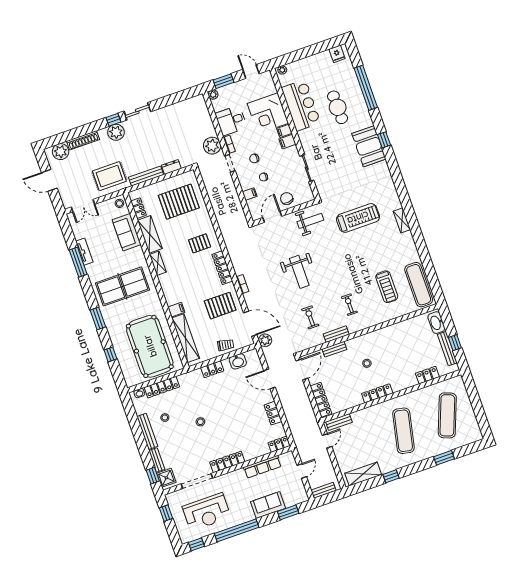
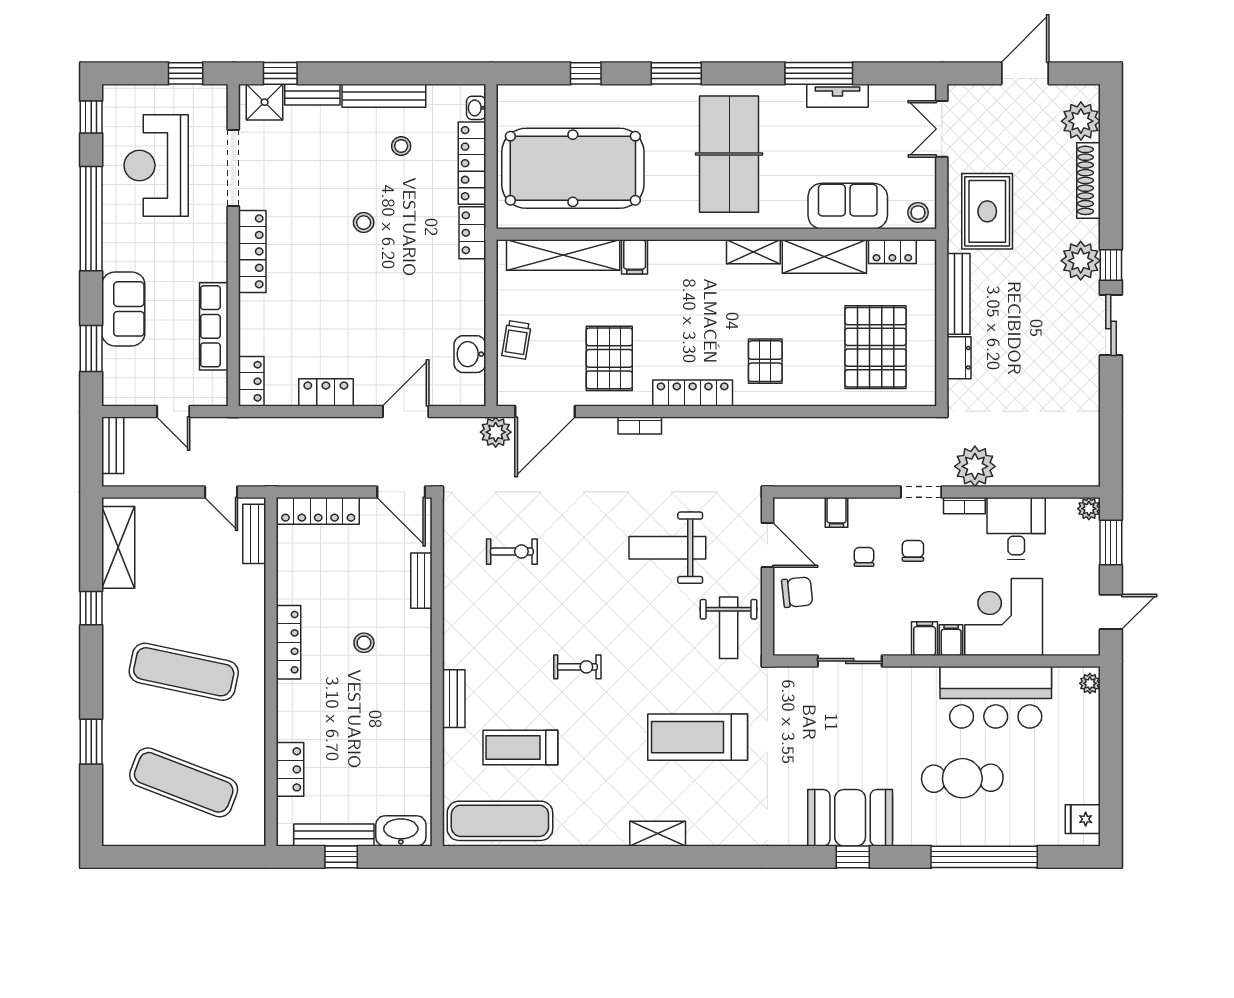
treadmill: (358, 218) -> (698, 737), turned 90
weight bench: (299, 272) -> (667, 548), moved
exercise bike: (349, 305) -> (577, 667), moved
bench: (336, 334) -> (454, 699), moved
locker: (212, 369) -> (472, 233), moved

